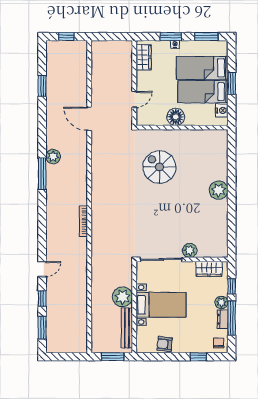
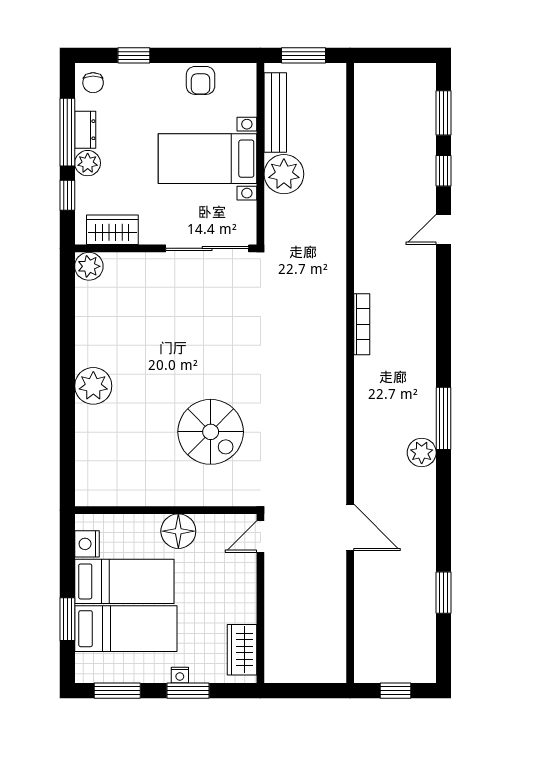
window: (232, 83) -> (67, 619), moved
door: (134, 99) -> (260, 537), moved
plant: (190, 250) -> (89, 266), moved
armchair: (165, 344) -> (201, 80), turned 84

